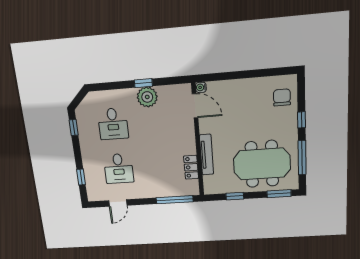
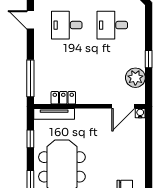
plant: (147, 97) -> (135, 78), moved
tv unit: (206, 155) -> (54, 114), moved

